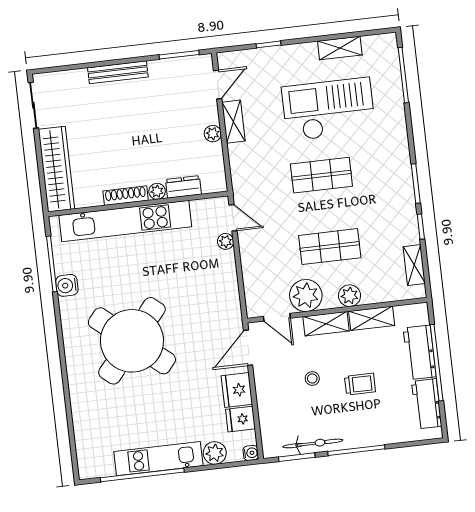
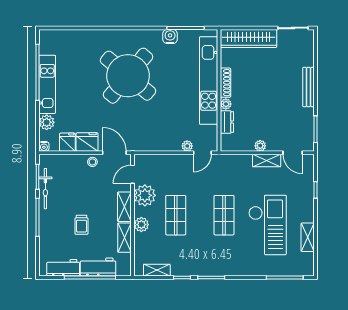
stool: (312, 379) -> (92, 162), moved

